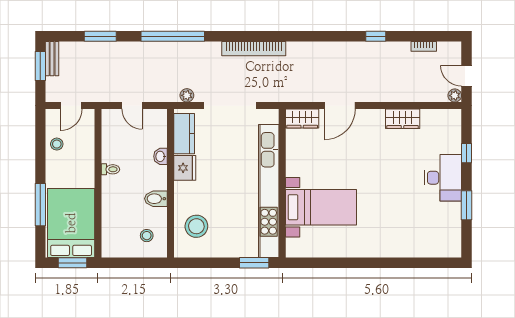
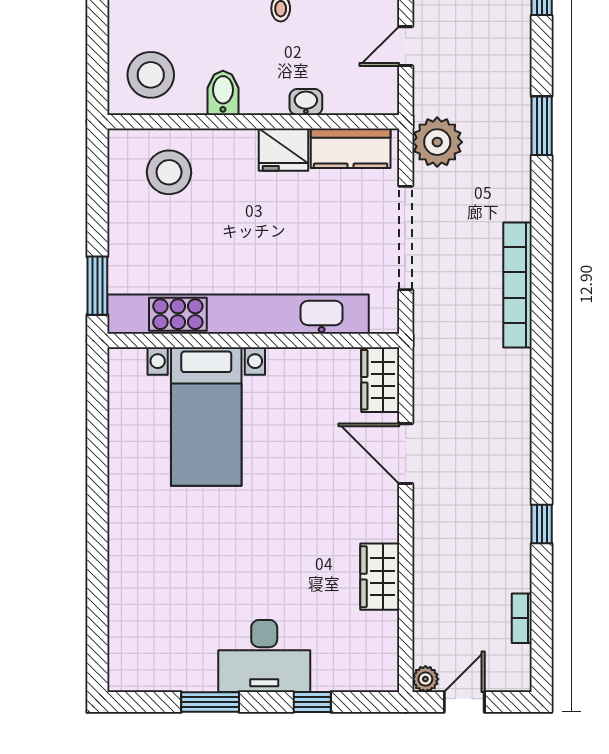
window: (173, 36) -> (542, 126), width x0.47
plant: (187, 95) -> (437, 142), width x1.87, depth x1.87
stool: (147, 236) -> (151, 75), width x1.89, depth x1.89

